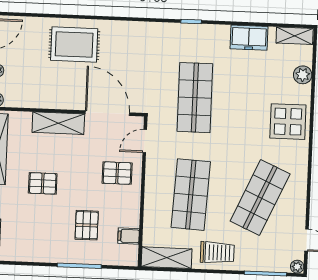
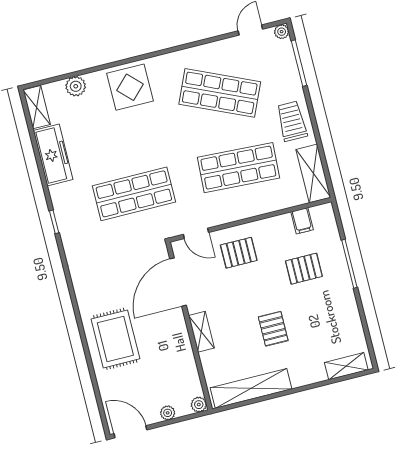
freezer: (249, 38) -> (53, 155), width x1.40
shelving: (58, 123) -> (201, 332), width x0.67, depth x0.75
pallet: (117, 173) -> (239, 253), turned 90

